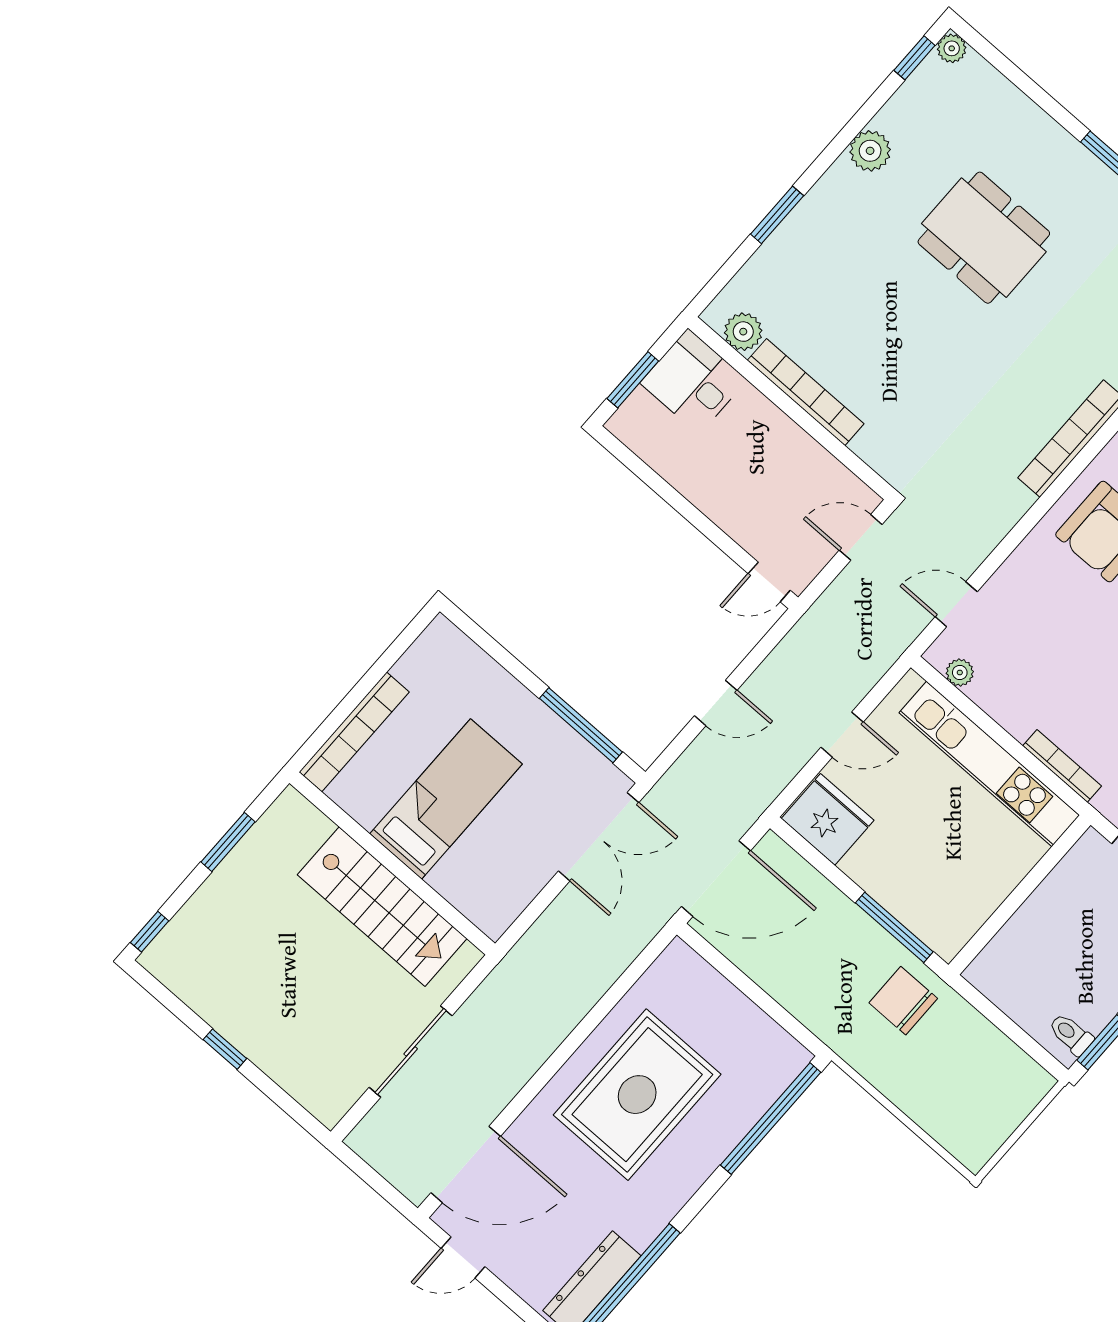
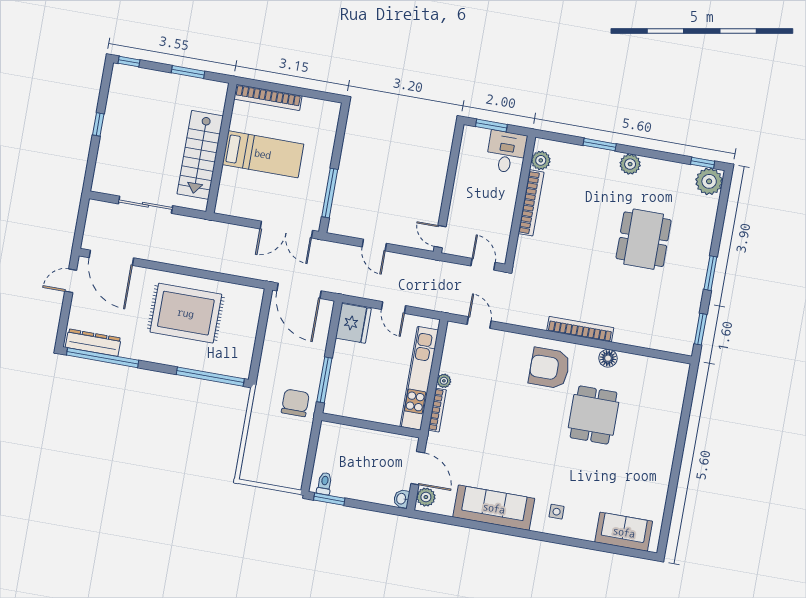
plant: (952, 48) -> (709, 181), width x1.87, depth x1.87
plant: (870, 151) -> (630, 164), moved
plant: (960, 673) -> (444, 381), moved
door: (463, 1257) -> (71, 281), hinge flipped

